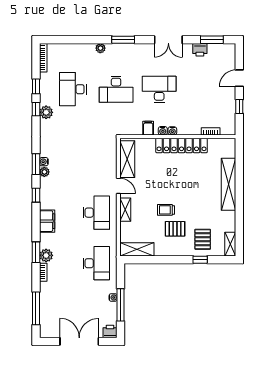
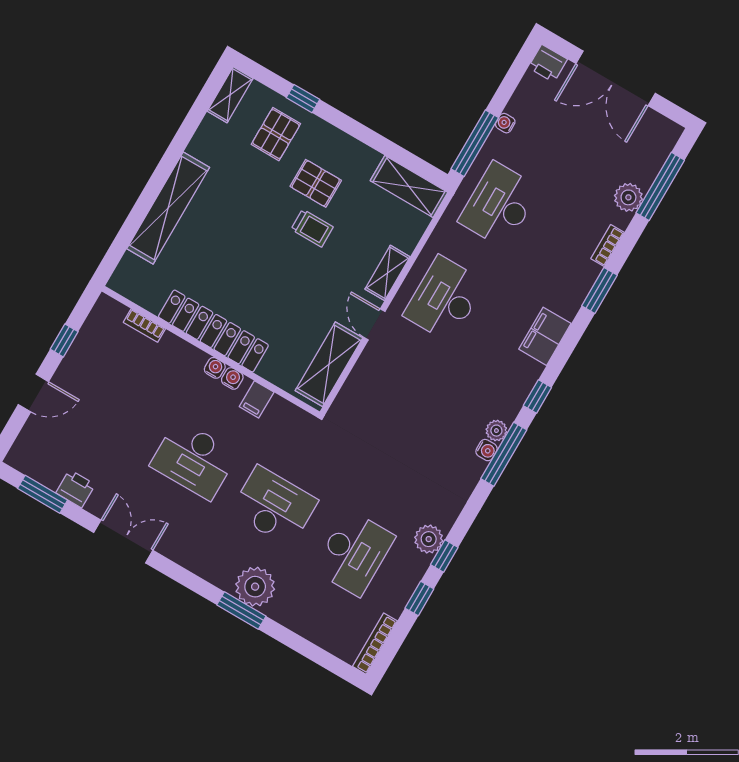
window: (123, 40) -> (241, 611), moved
plant: (100, 48) -> (255, 587), width x1.88, depth x1.88
window: (36, 164) -> (504, 454), width x1.44
plant: (46, 255) -> (628, 197), moved
window: (121, 305) -> (475, 143), moved

